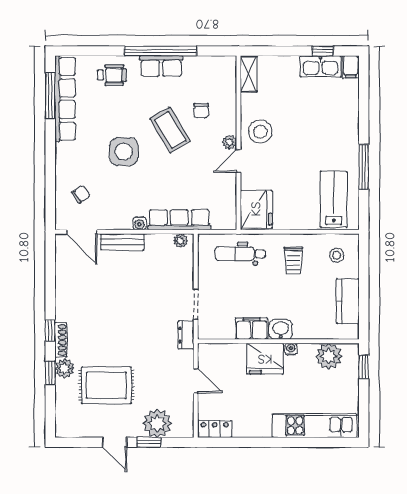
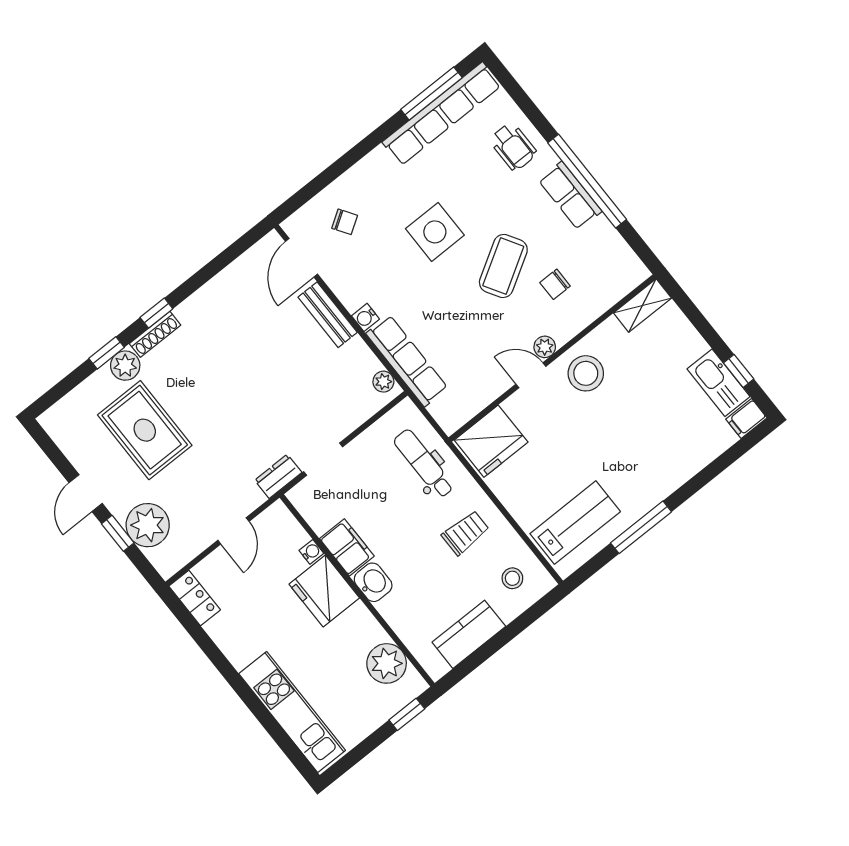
trolley: (293, 261) -> (465, 533), turned 180
water cooler: (291, 349) -> (311, 552), moved

